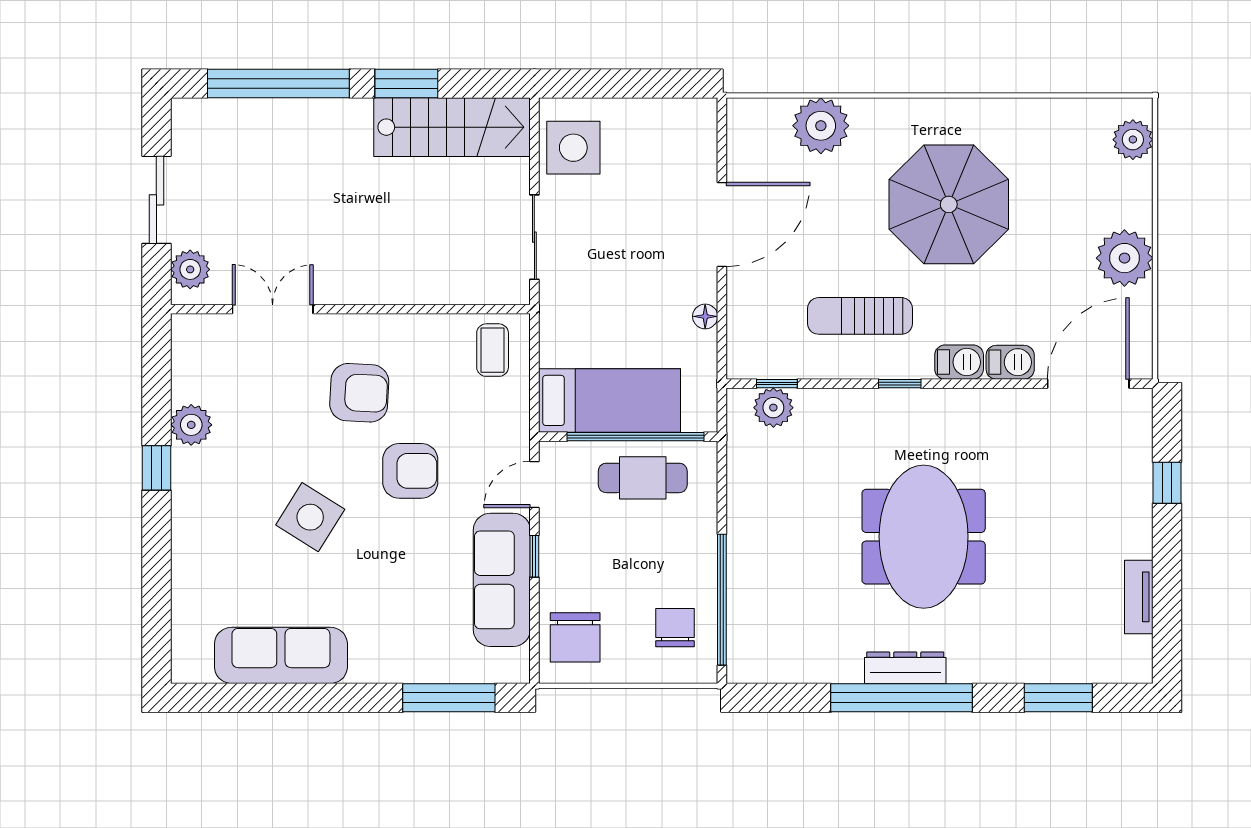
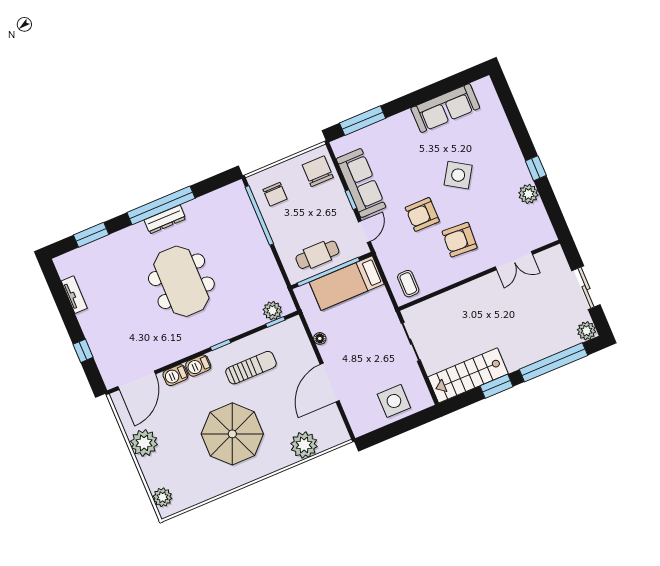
side table: (573, 148) -> (394, 401), moved
plant: (190, 269) -> (586, 331), moved

